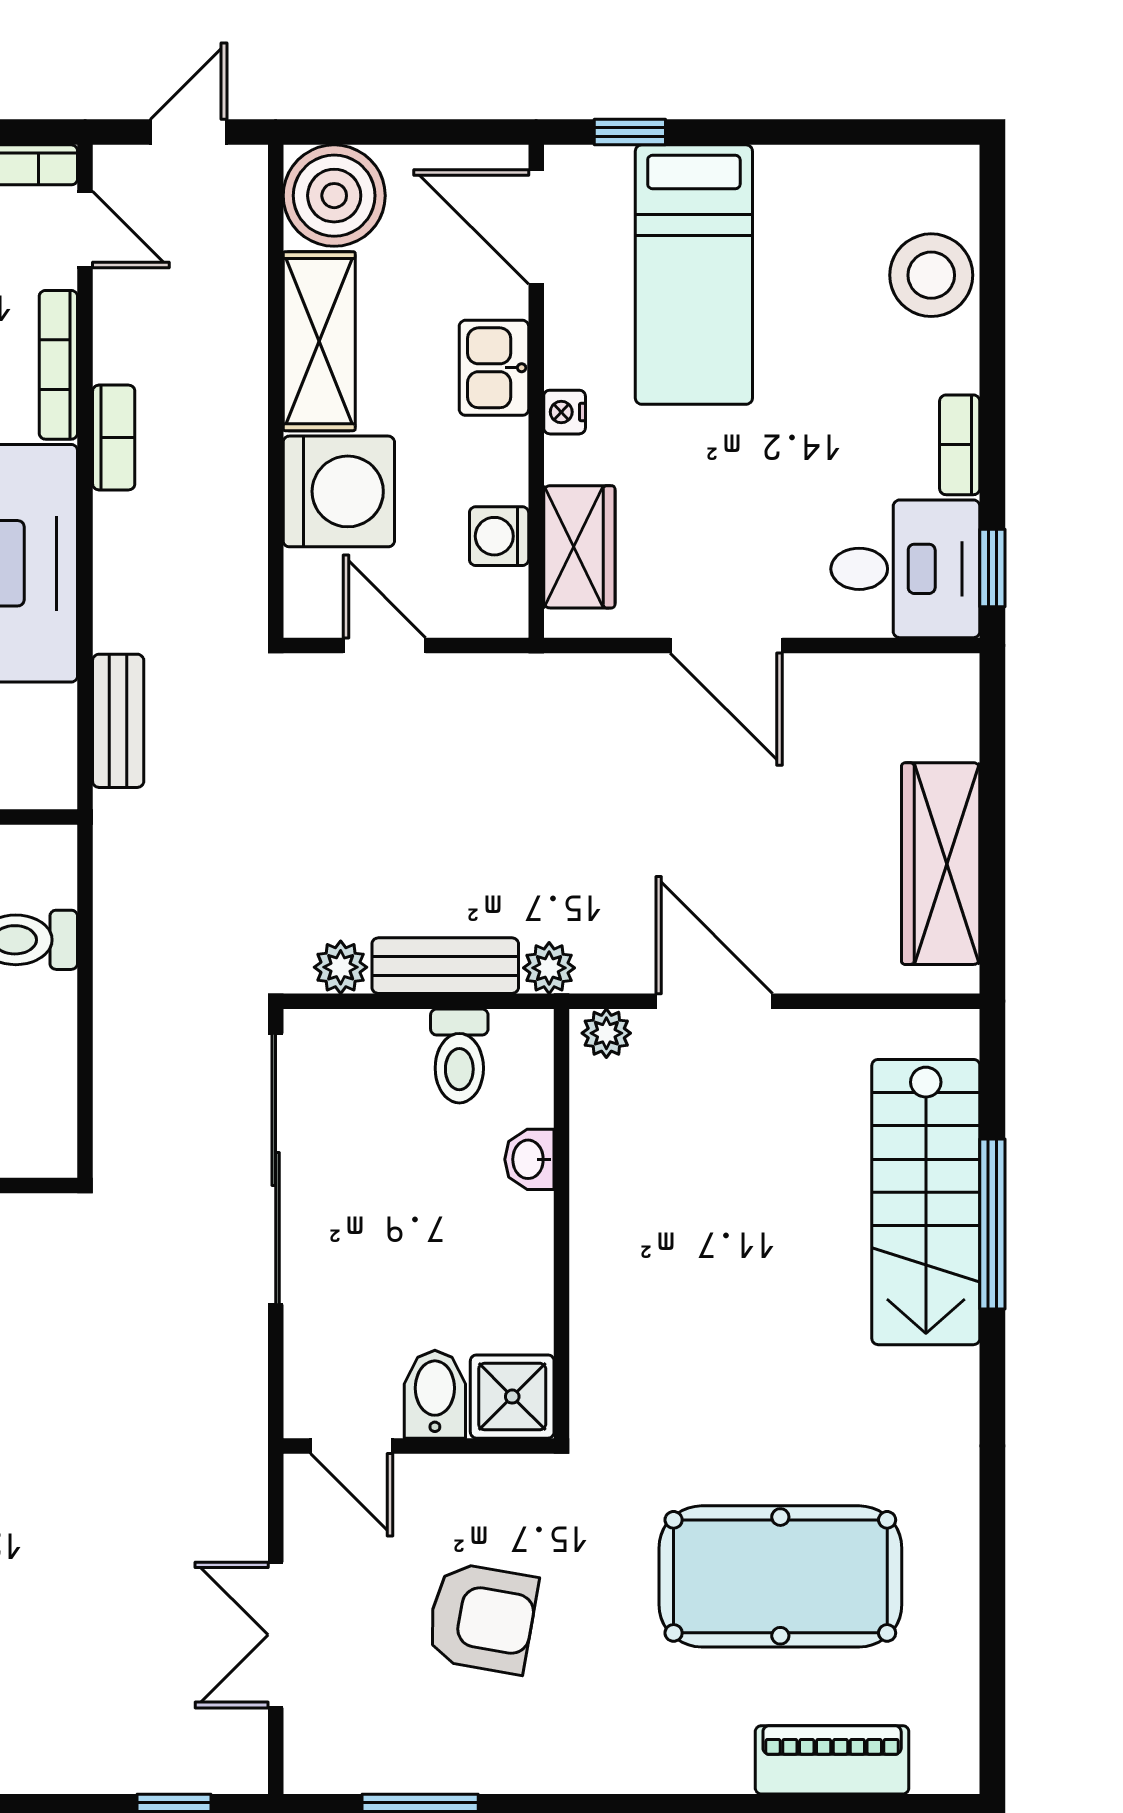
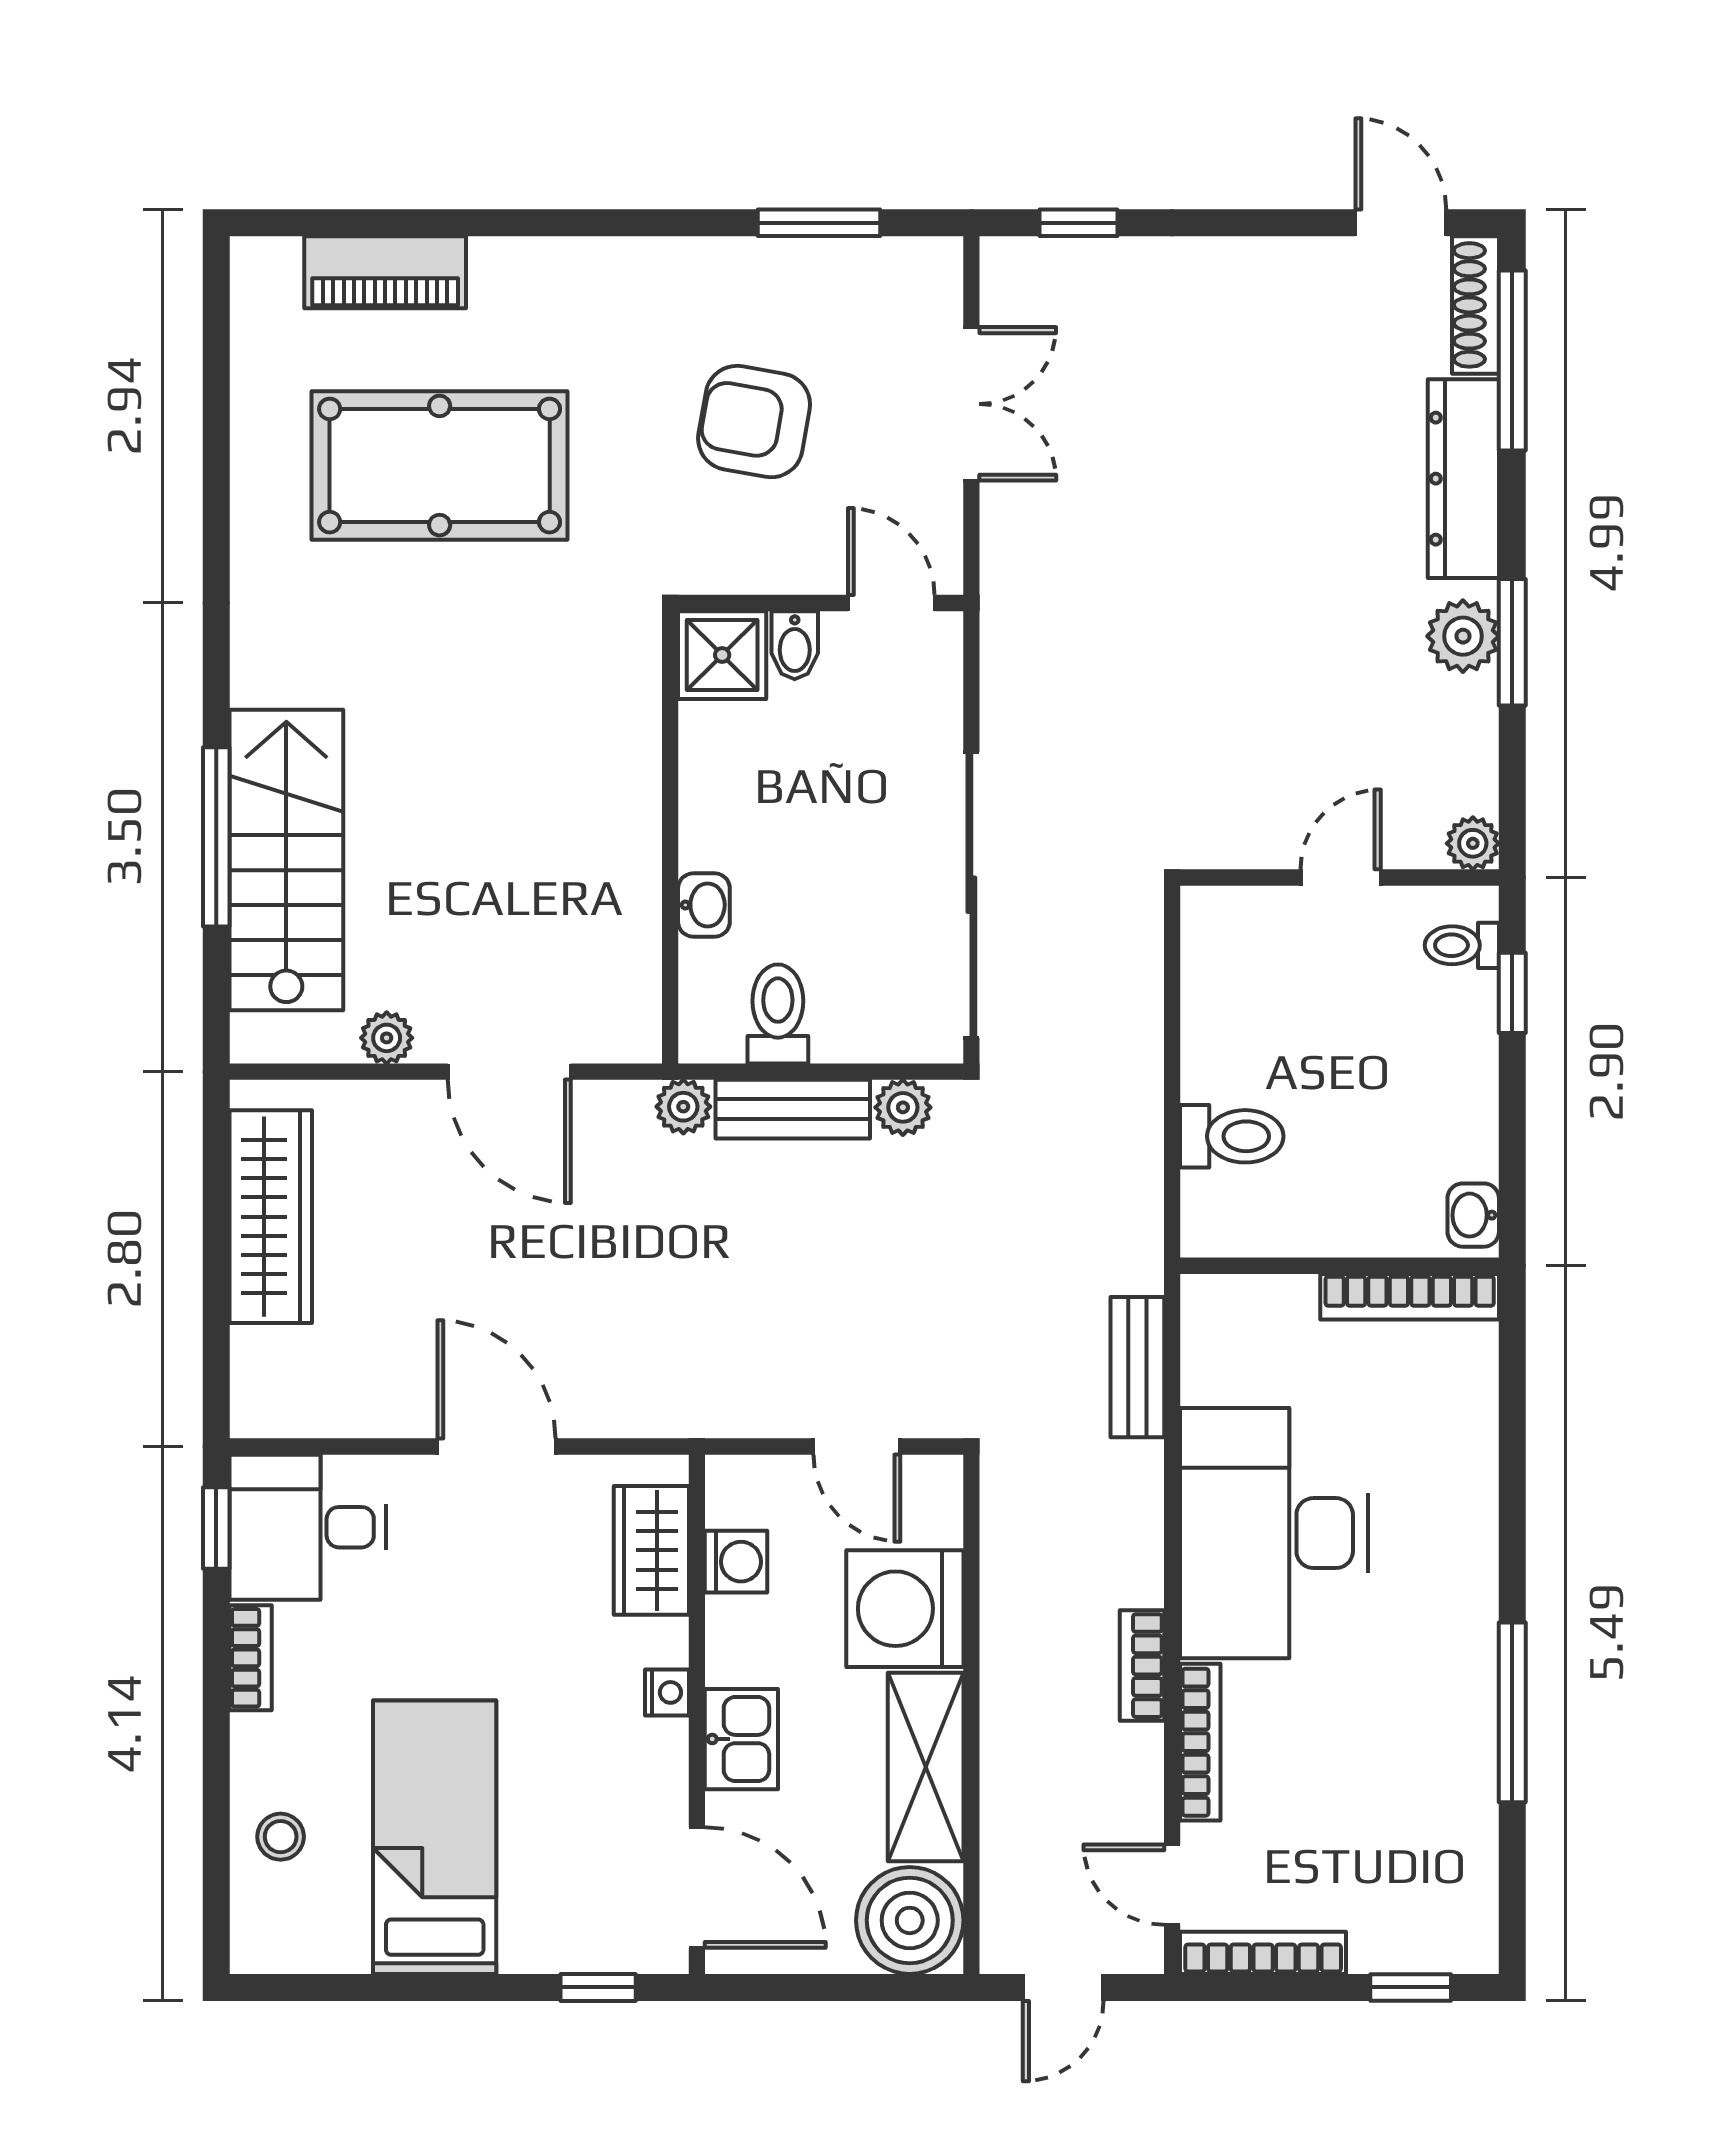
bed: (694, 275) -> (435, 1837), moved
stool: (931, 275) -> (281, 1837), width x0.53, depth x0.53
plant: (606, 1033) -> (387, 1038), moved
bidet: (435, 1394) -> (795, 645), width x0.72, depth x0.74

